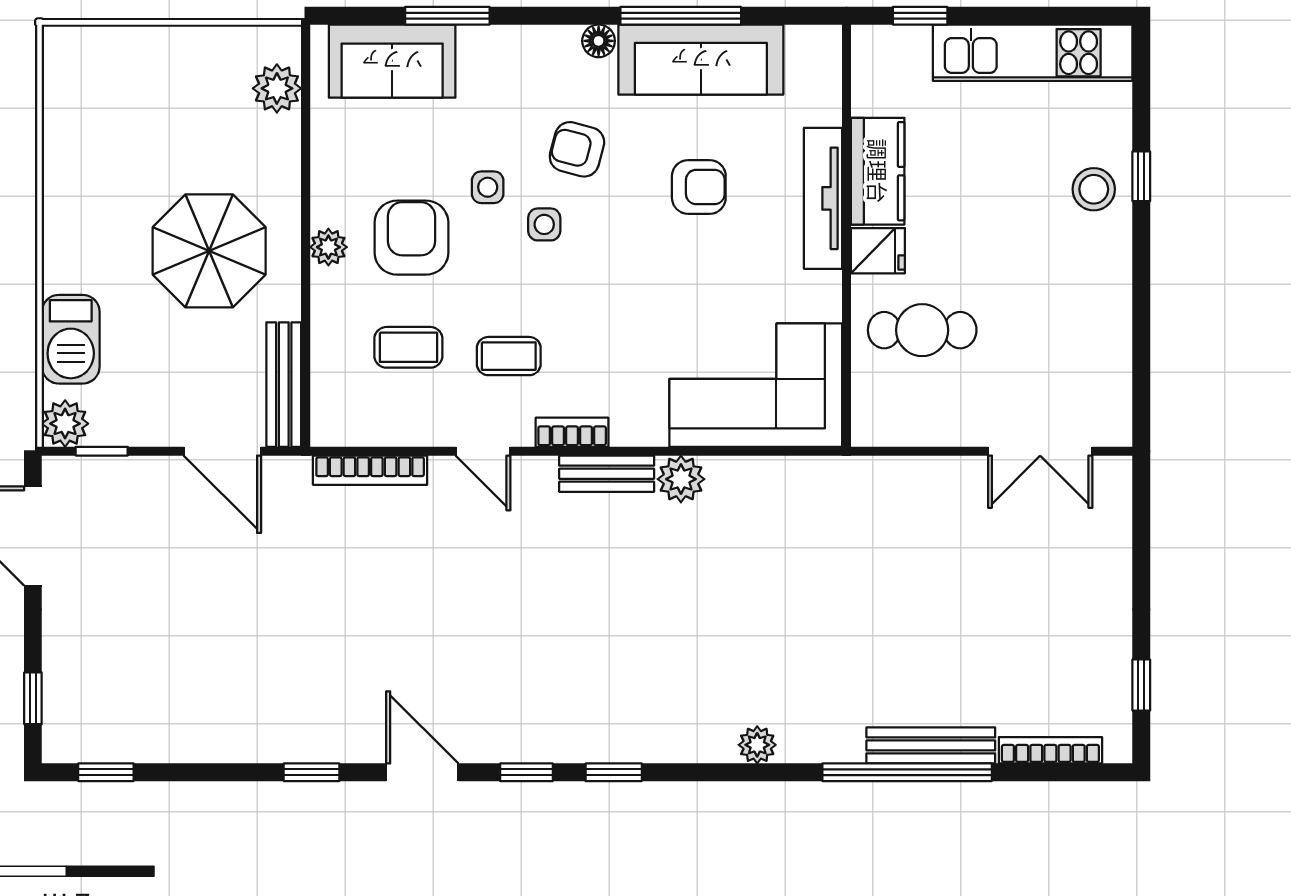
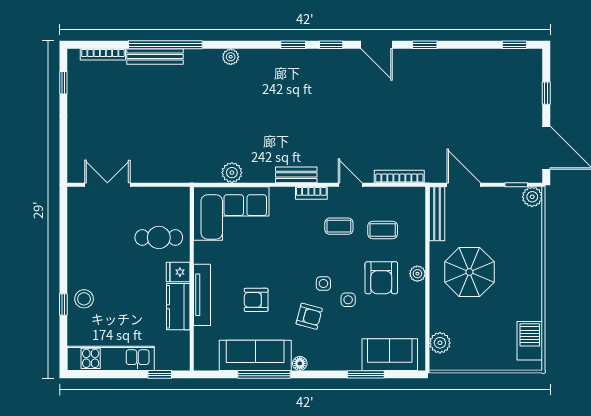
barbecue: (71, 339) -> (530, 341), moved
plant: (681, 479) -> (232, 173), moved
window: (33, 698) -> (546, 93), moved

